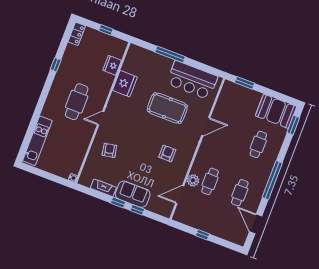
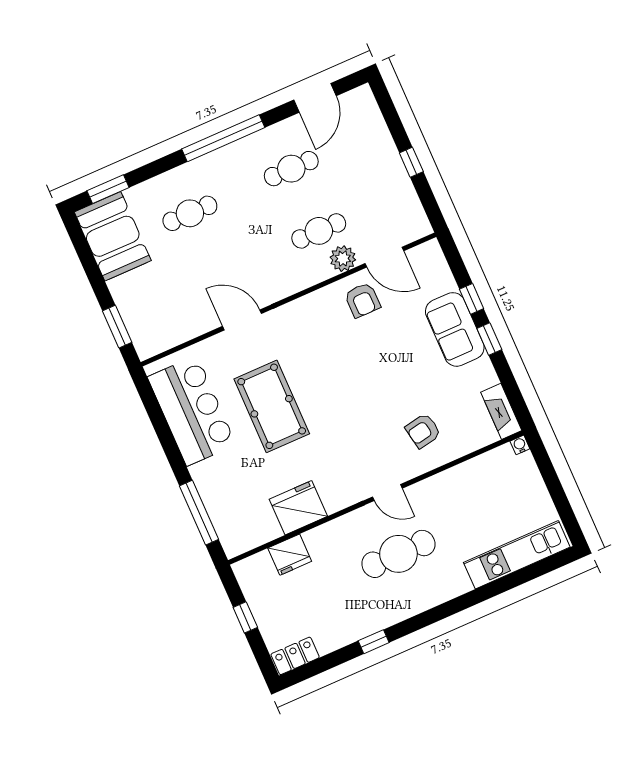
window: (170, 54) -> (199, 513), moved
armchair: (167, 153) -> (362, 300), moved, turned -90
fireplace: (103, 188) -> (501, 411), moved

